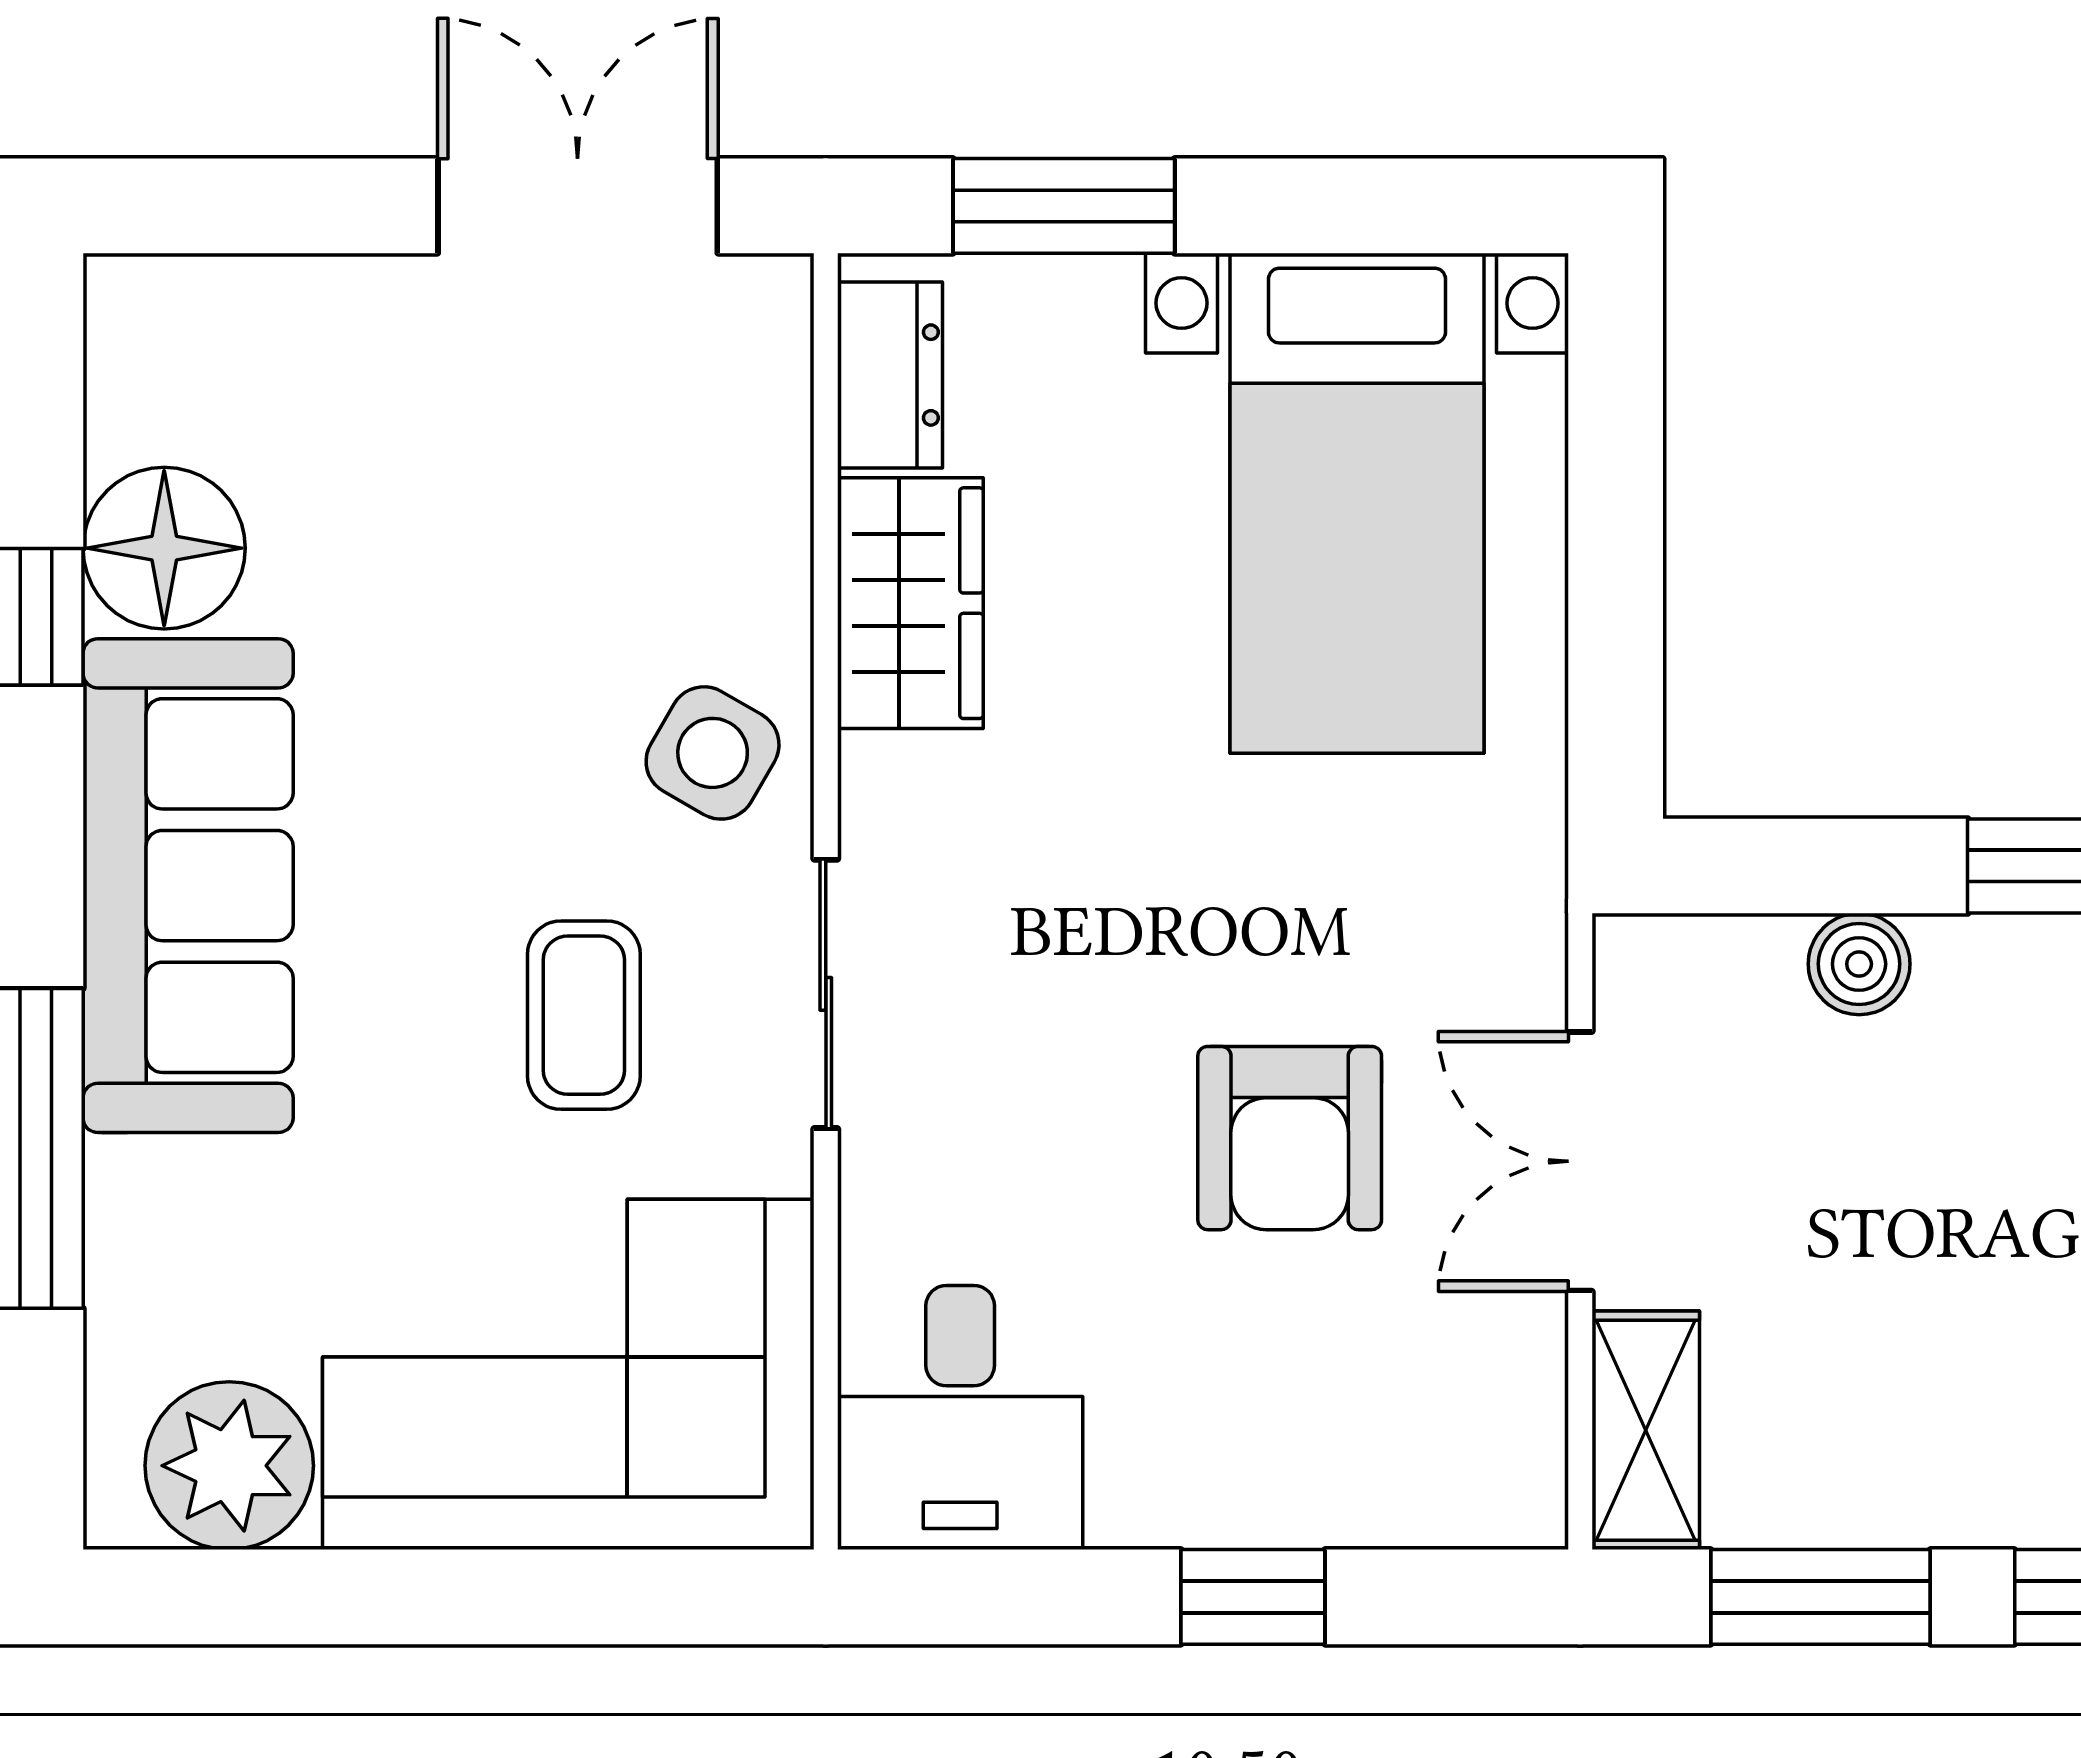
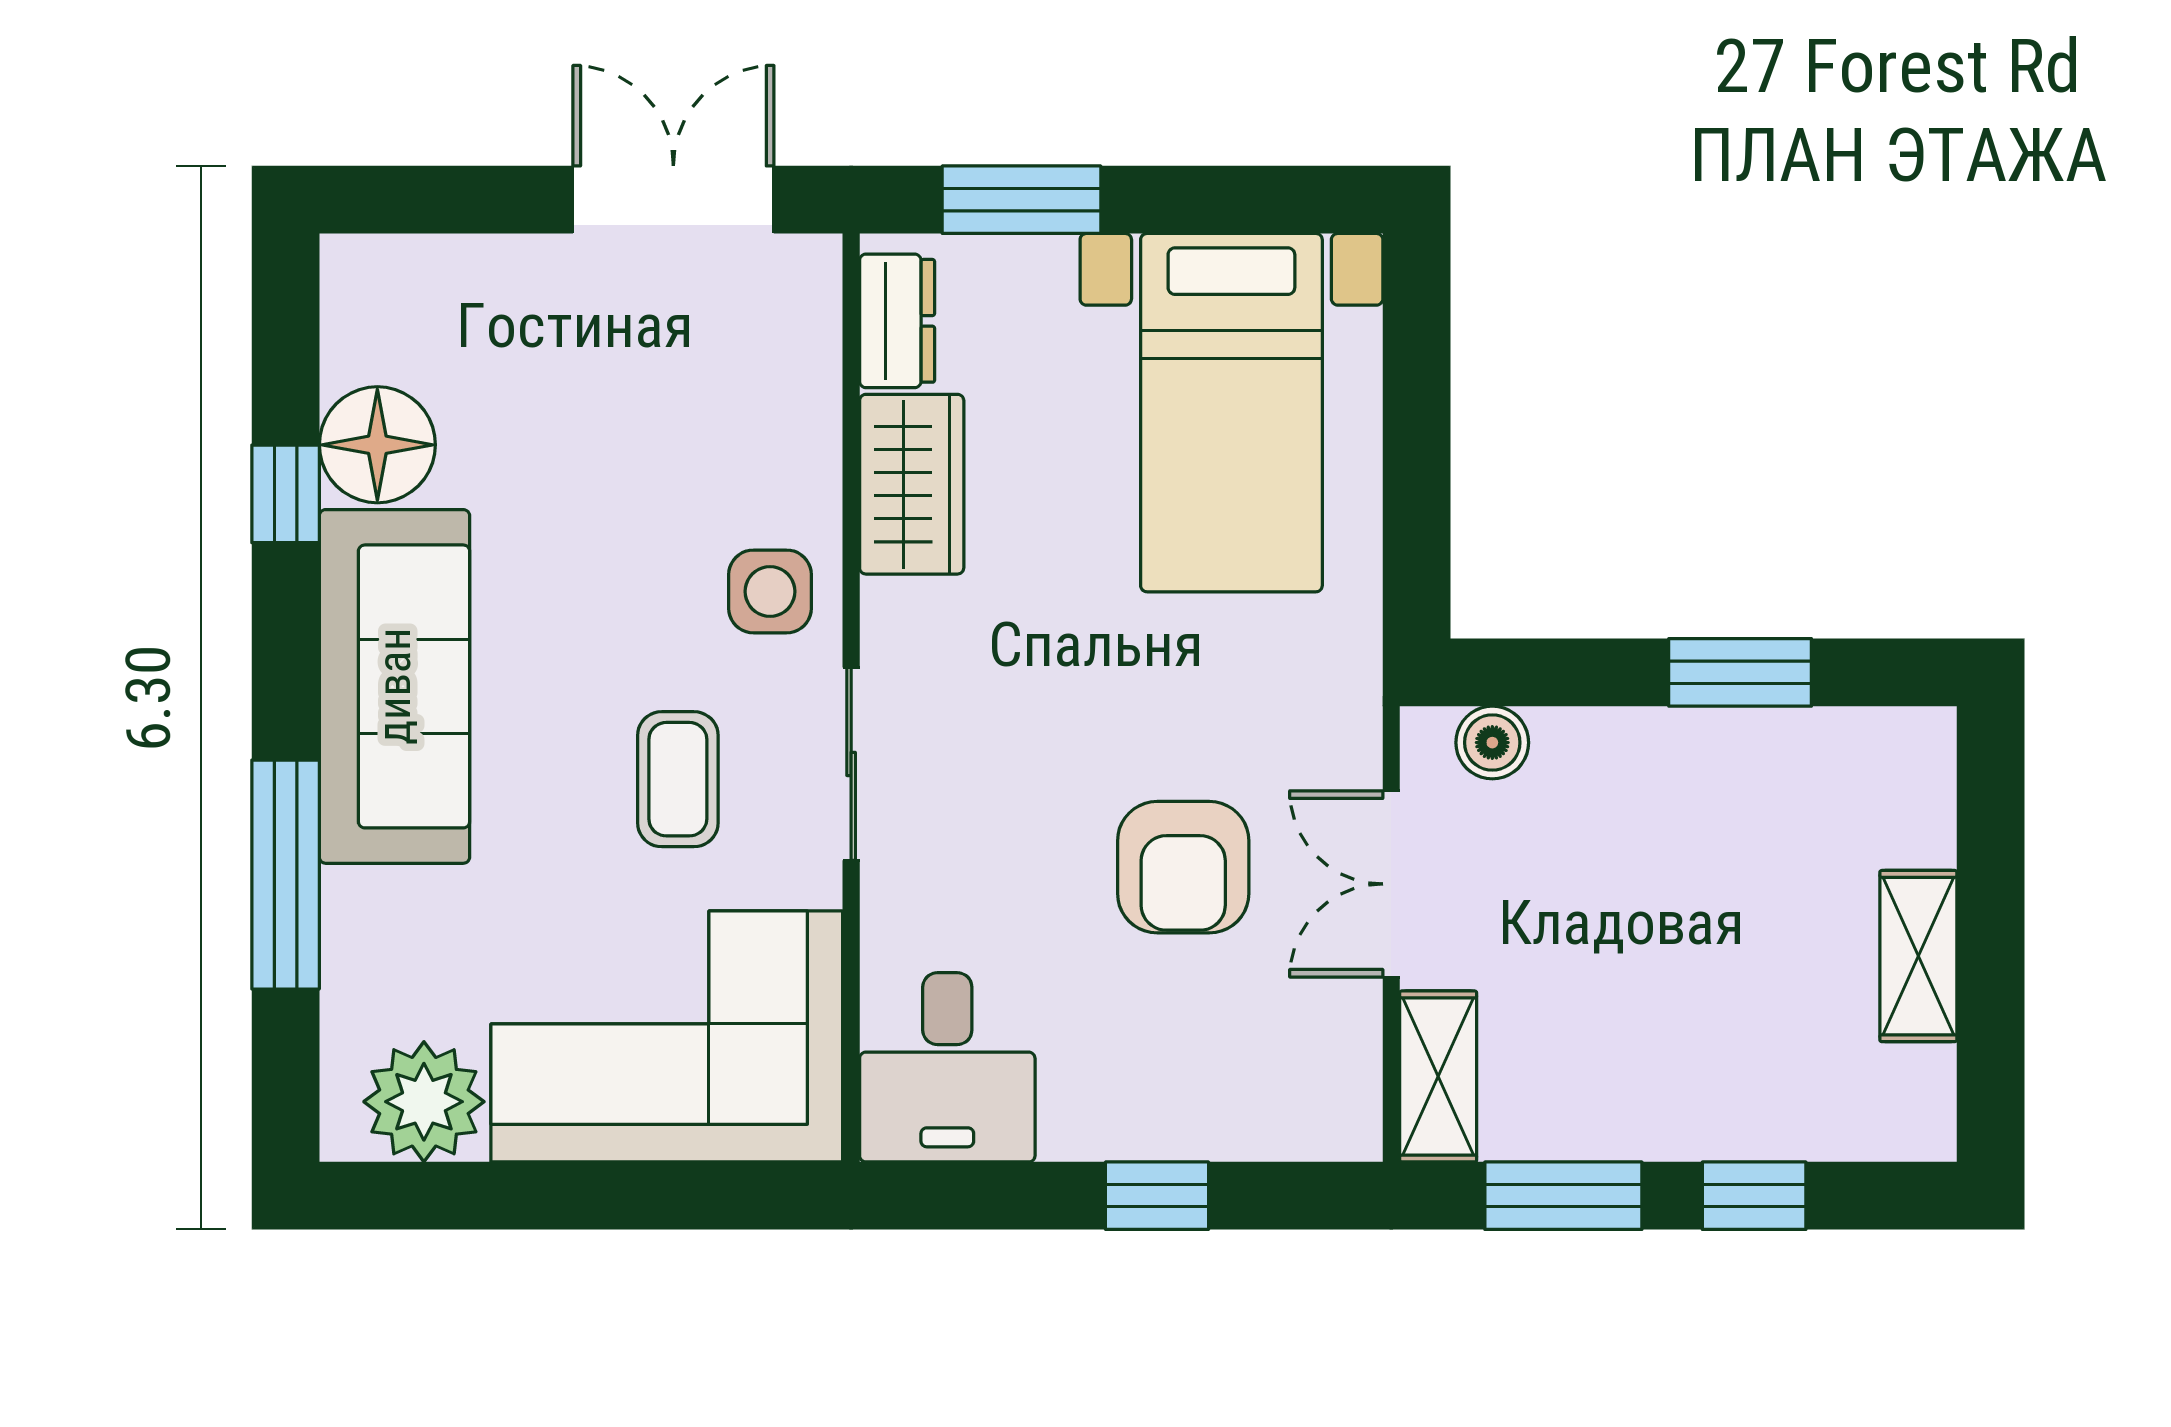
side table: (713, 753) -> (770, 591), turned -30
boiler: (1859, 964) -> (1492, 743), moved

